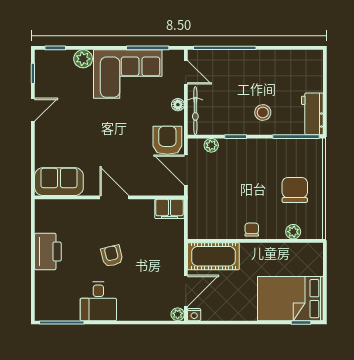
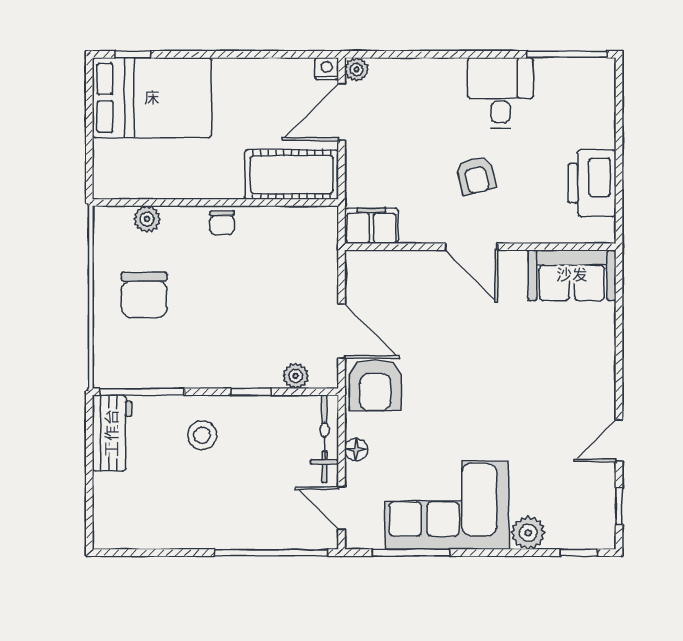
sofa: (59, 182) -> (572, 275), moved
wall: (109, 197) -> (480, 247), moved
door: (114, 197) -> (471, 247), moved
filing cabinet: (169, 209) -> (371, 226), moved

